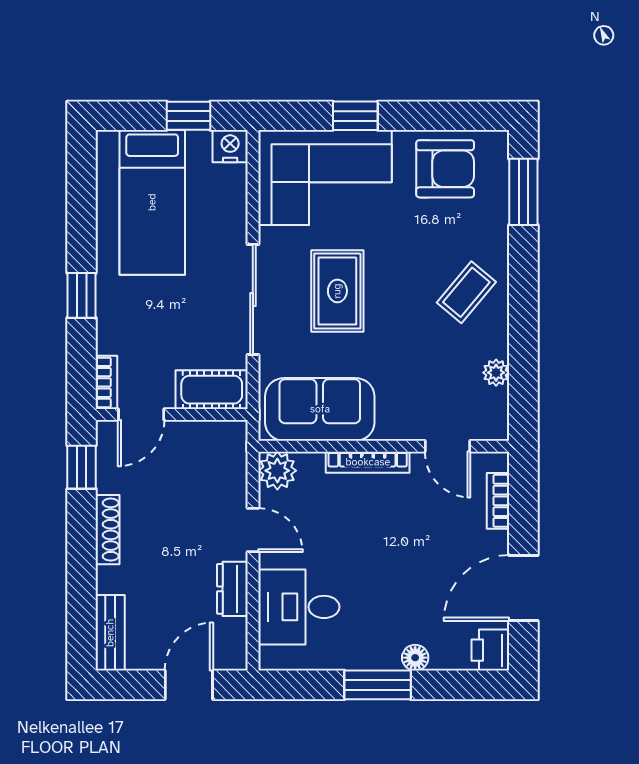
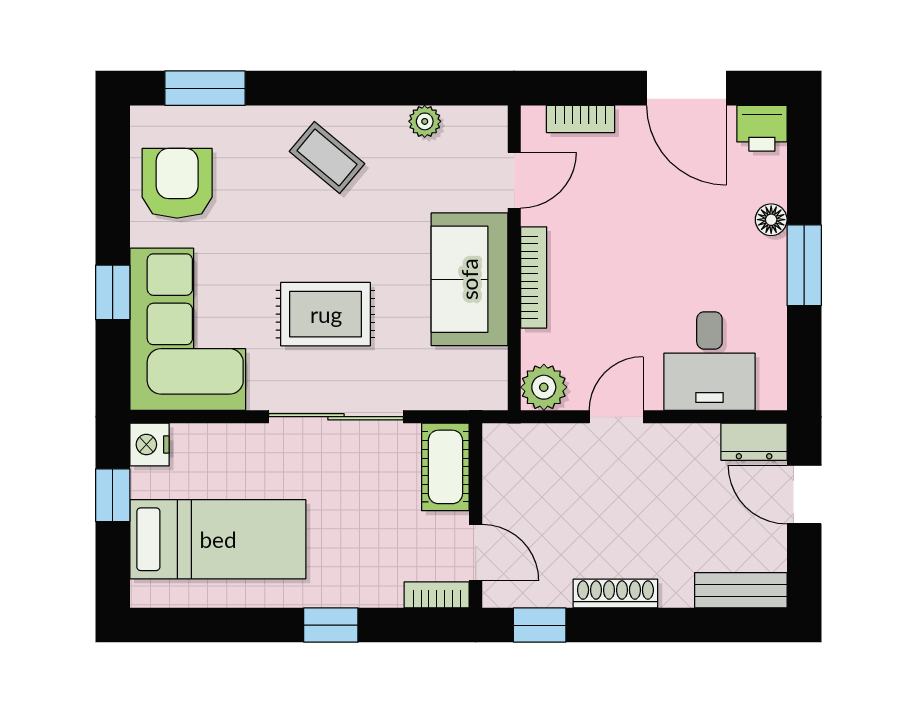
sofa: (320, 409) -> (469, 279), moved
dresser: (232, 589) -> (754, 442), moved

